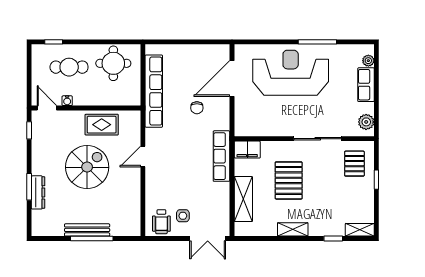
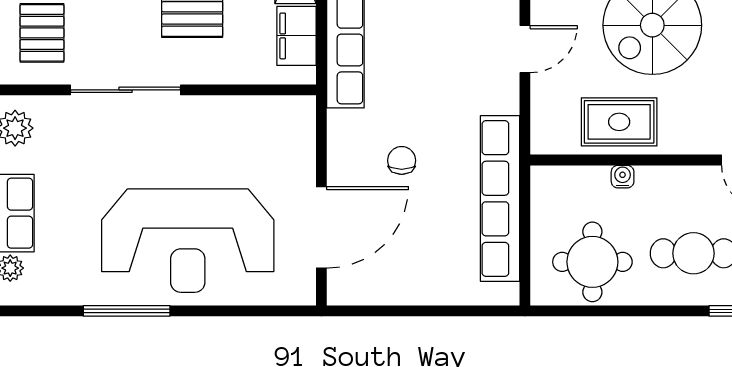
water cooler: (67, 101) -> (623, 177), moved
filing cabinet: (247, 150) -> (297, 36), moved, turned -90

